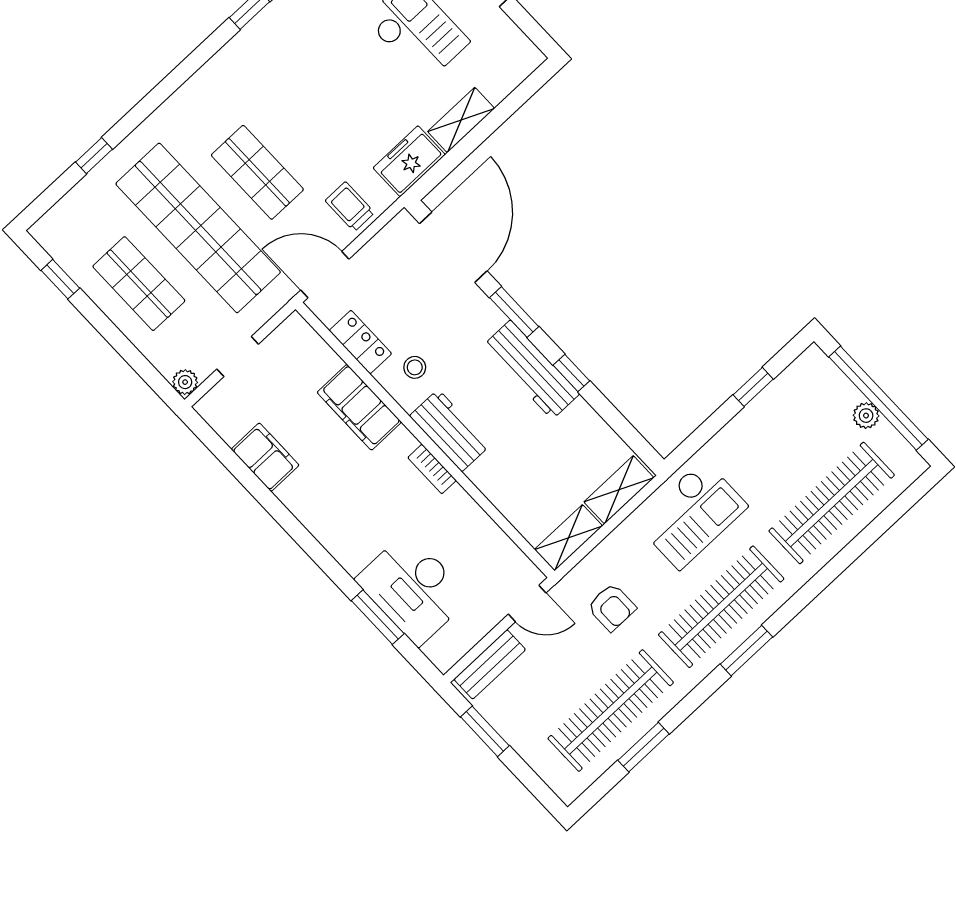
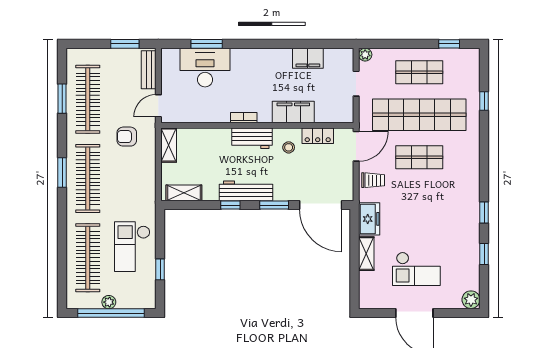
shelving: (619, 490) -> (184, 193), moved, turned 90
checkout: (691, 514) -> (132, 247), moved

